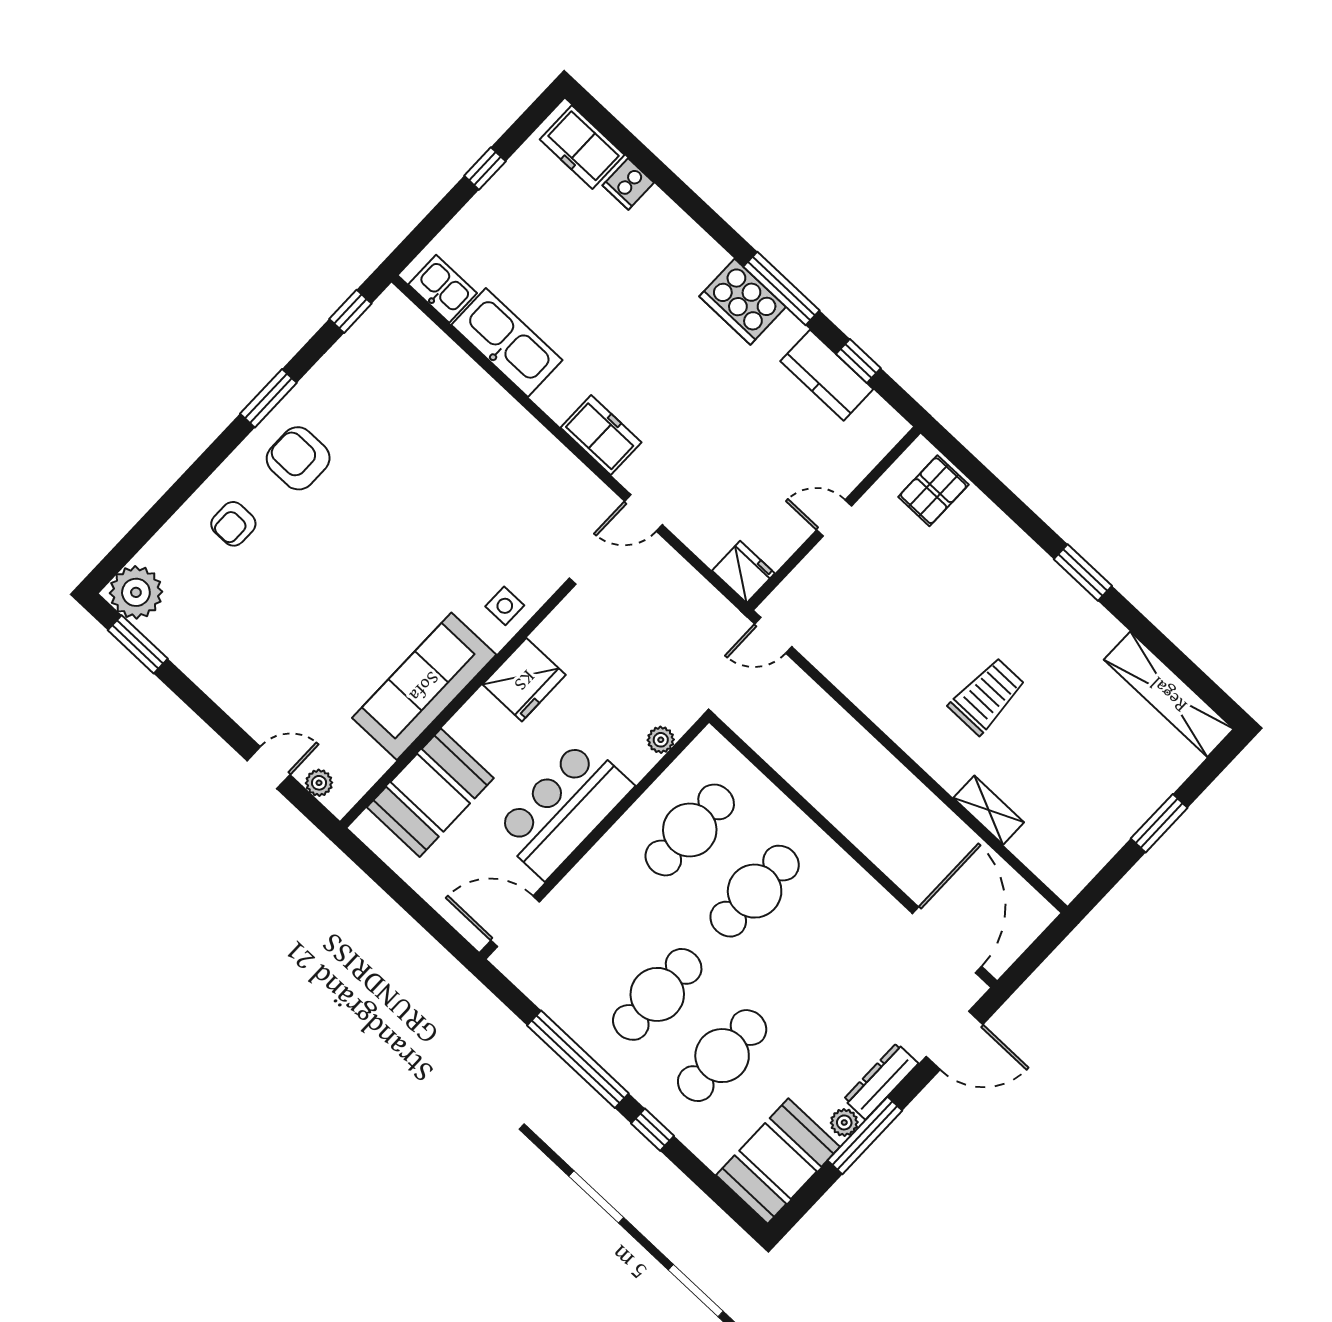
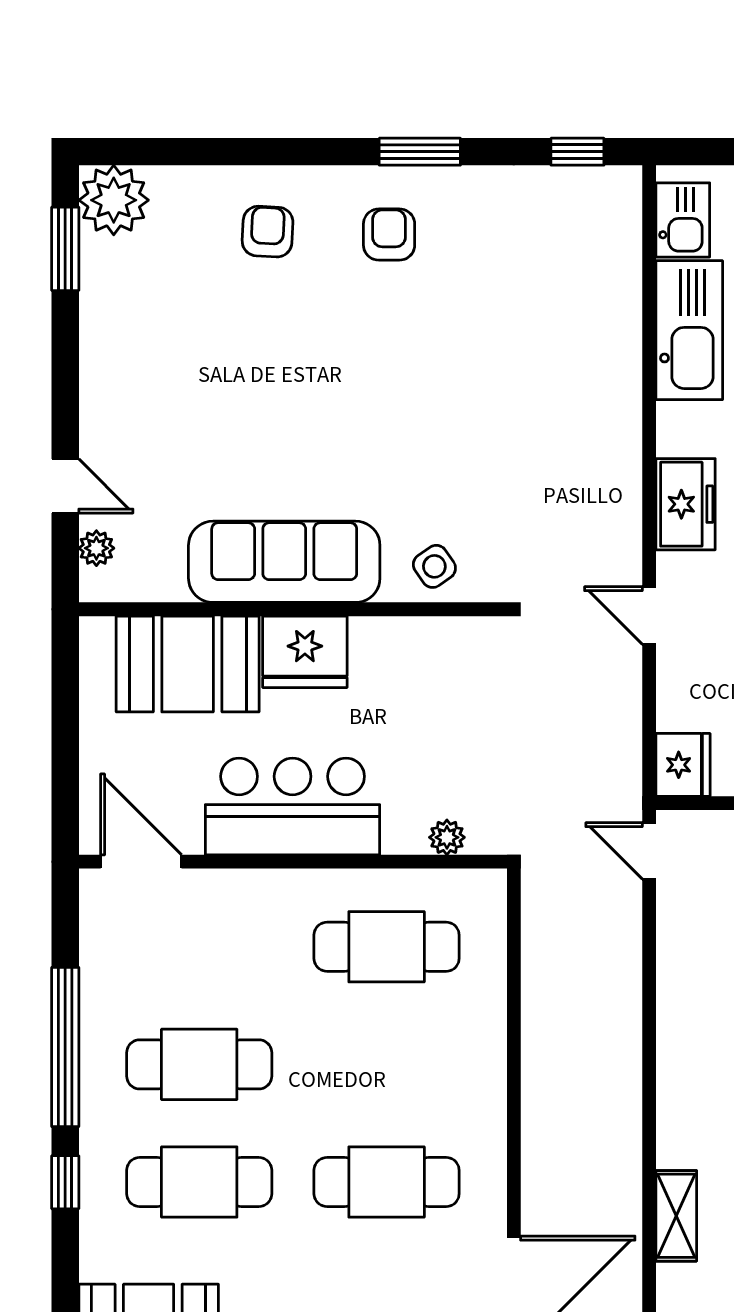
armchair: (298, 458) -> (389, 235), width x0.72, depth x0.72
armchair: (233, 524) -> (268, 232), turned 93
side table: (505, 606) -> (434, 566), turned -35
fridge: (524, 680) -> (305, 652), moved
cafe table: (755, 891) -> (387, 1182), moved

